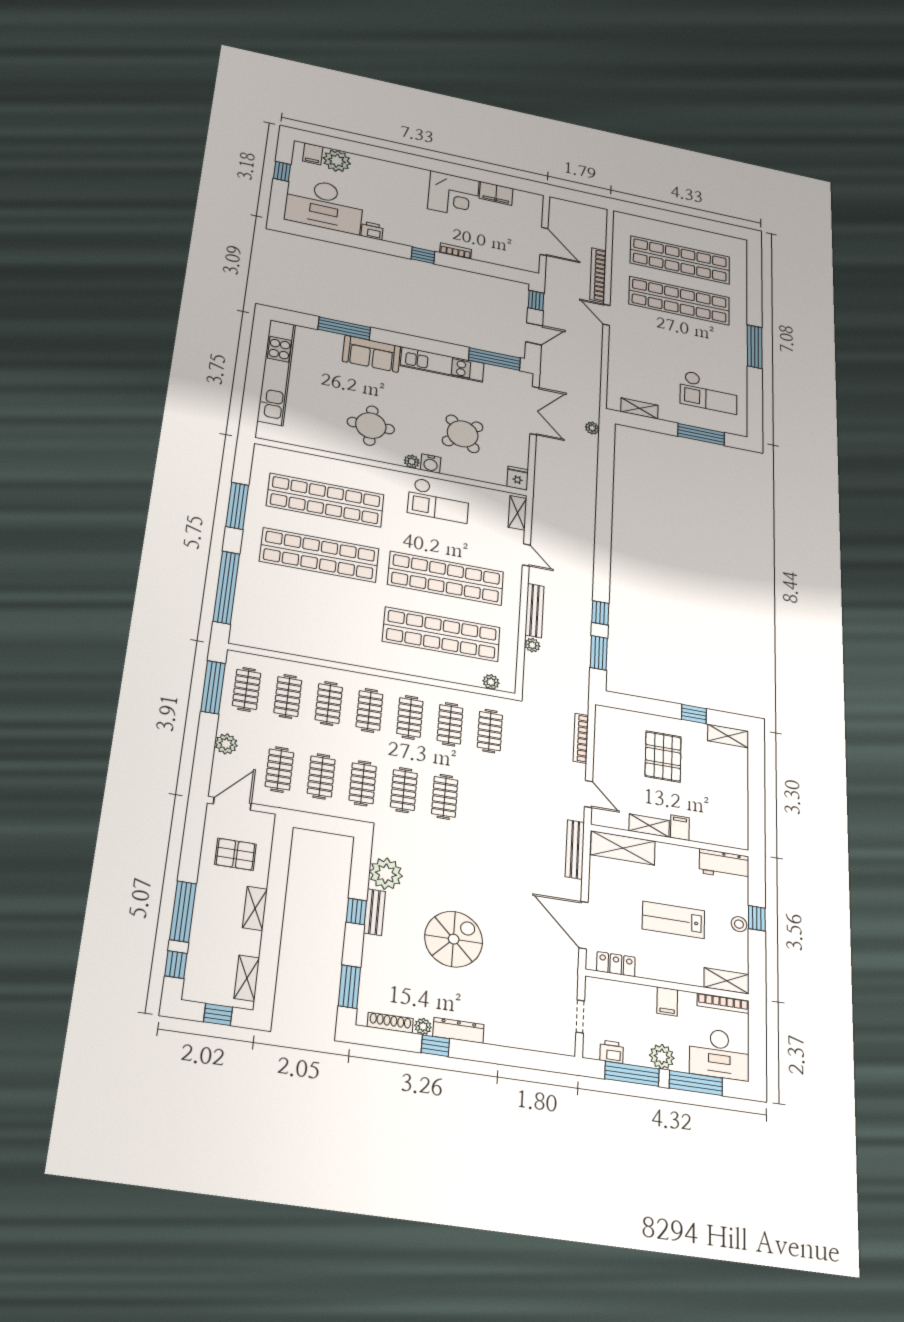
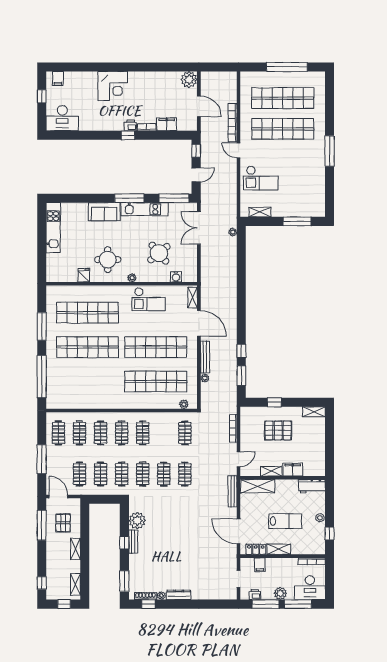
plant: (337, 161) -> (189, 80), moved
filing cabinet: (496, 193) -> (167, 124), moved, turned 180
corner desk: (453, 195) -> (113, 86), moved
desk: (324, 205) -> (62, 118), width x0.73, depth x0.77
window: (687, 221) -> (287, 67), added
printer: (372, 231) -> (131, 125), moved
window: (344, 328) -> (129, 198), moved
kitchen unit: (276, 372) -> (53, 228), width x0.73
checkout: (709, 392) -> (261, 178), moved
double door: (534, 411) -> (199, 228), swing flipped
water cooler: (431, 464) -> (176, 277), moved
fridge: (518, 478) -> (84, 275), moved
door: (526, 555) -> (199, 323), width x1.88
window: (213, 687) -> (42, 459), moved
window: (694, 714) -> (274, 402), moved
clothes rail: (450, 724) -> (185, 474), moved
plant: (226, 744) -> (52, 465), removed
pallet: (663, 756) -> (278, 430), turned 90
door: (589, 794) -> (239, 459), hinge flipped
door: (232, 804) -> (58, 497), hinge flipped
filing cabinet: (680, 828) -> (293, 470), width x2.00
pallet: (235, 854) -> (63, 523), turned 90
window: (183, 911) -> (42, 525), moved
window: (757, 918) -> (330, 533), moved
lab bench: (673, 920) -> (285, 521), turned 180
spiral stairs: (454, 939) -> (173, 549), removed
shelving: (726, 981) -> (279, 549), moved
filing cabinet: (667, 1001) -> (260, 565), moved
window: (435, 1046) -> (148, 604), moved

